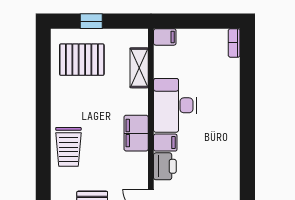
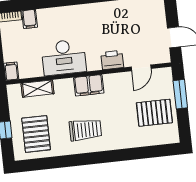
filing cabinet: (165, 143) -> (30, 19), moved, turned 180
trolley: (68, 147) -> (85, 130), moved

